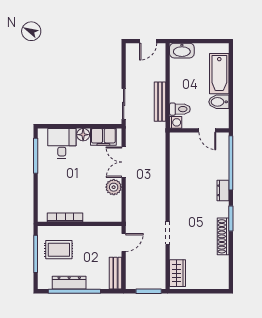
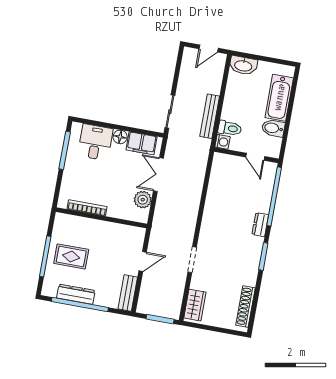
bookcase: (65, 217) -> (87, 208), moved
wall: (80, 224) -> (101, 218), moved
shoe rack: (223, 236) -> (246, 306), moved

